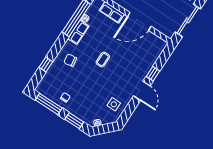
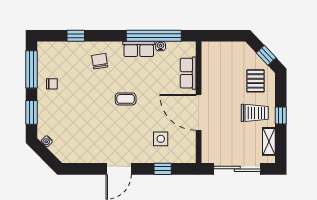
window: (153, 74) -> (163, 169), moved
side table: (114, 104) -> (161, 139), moved

